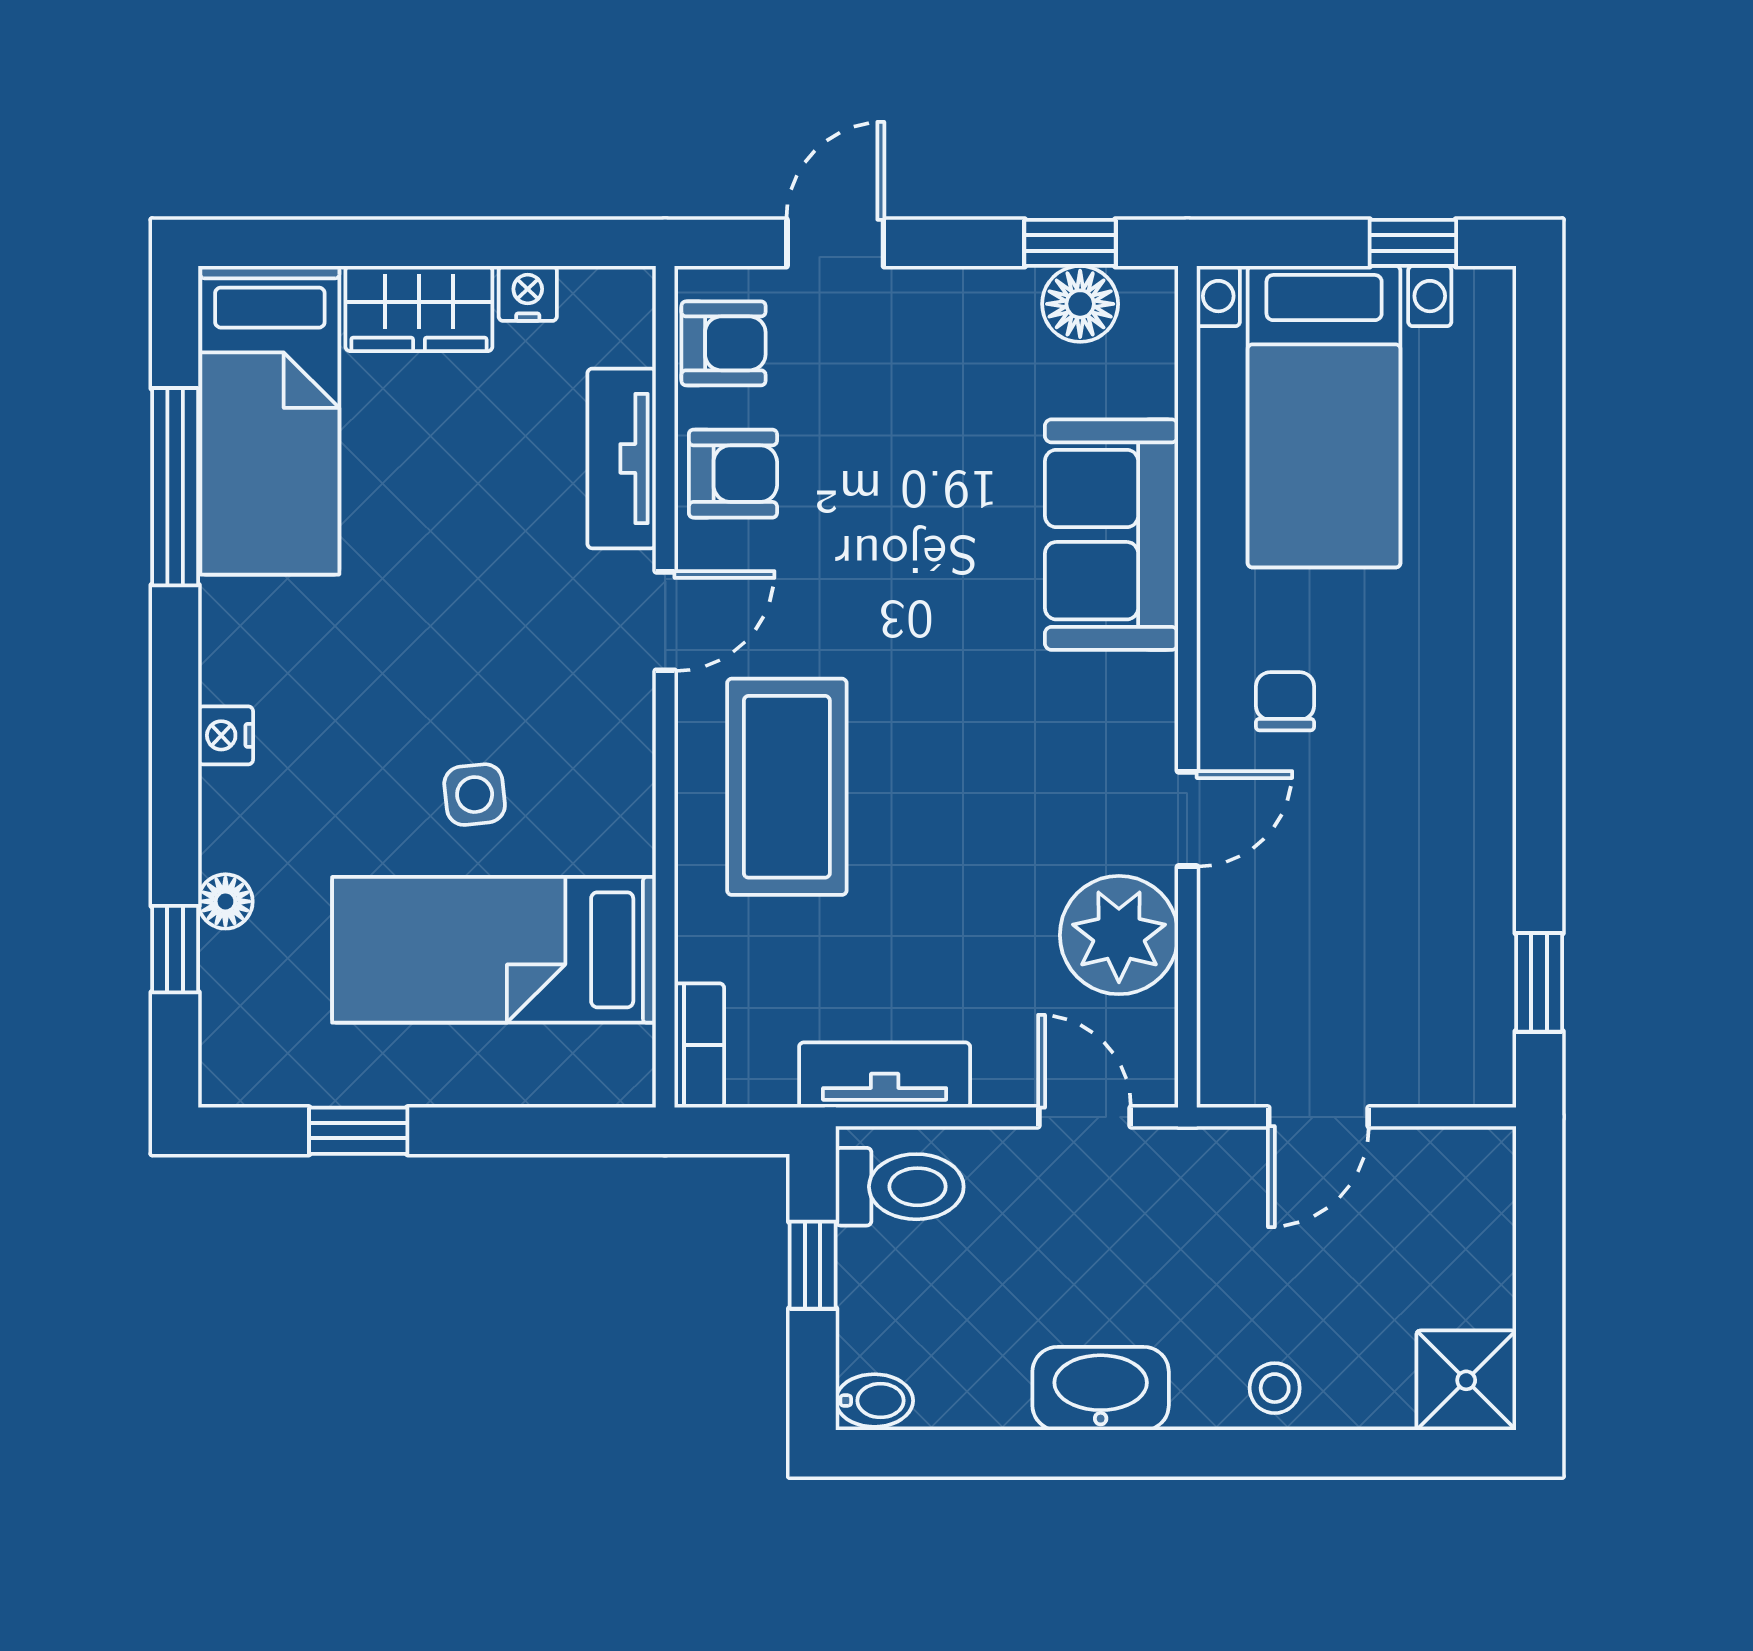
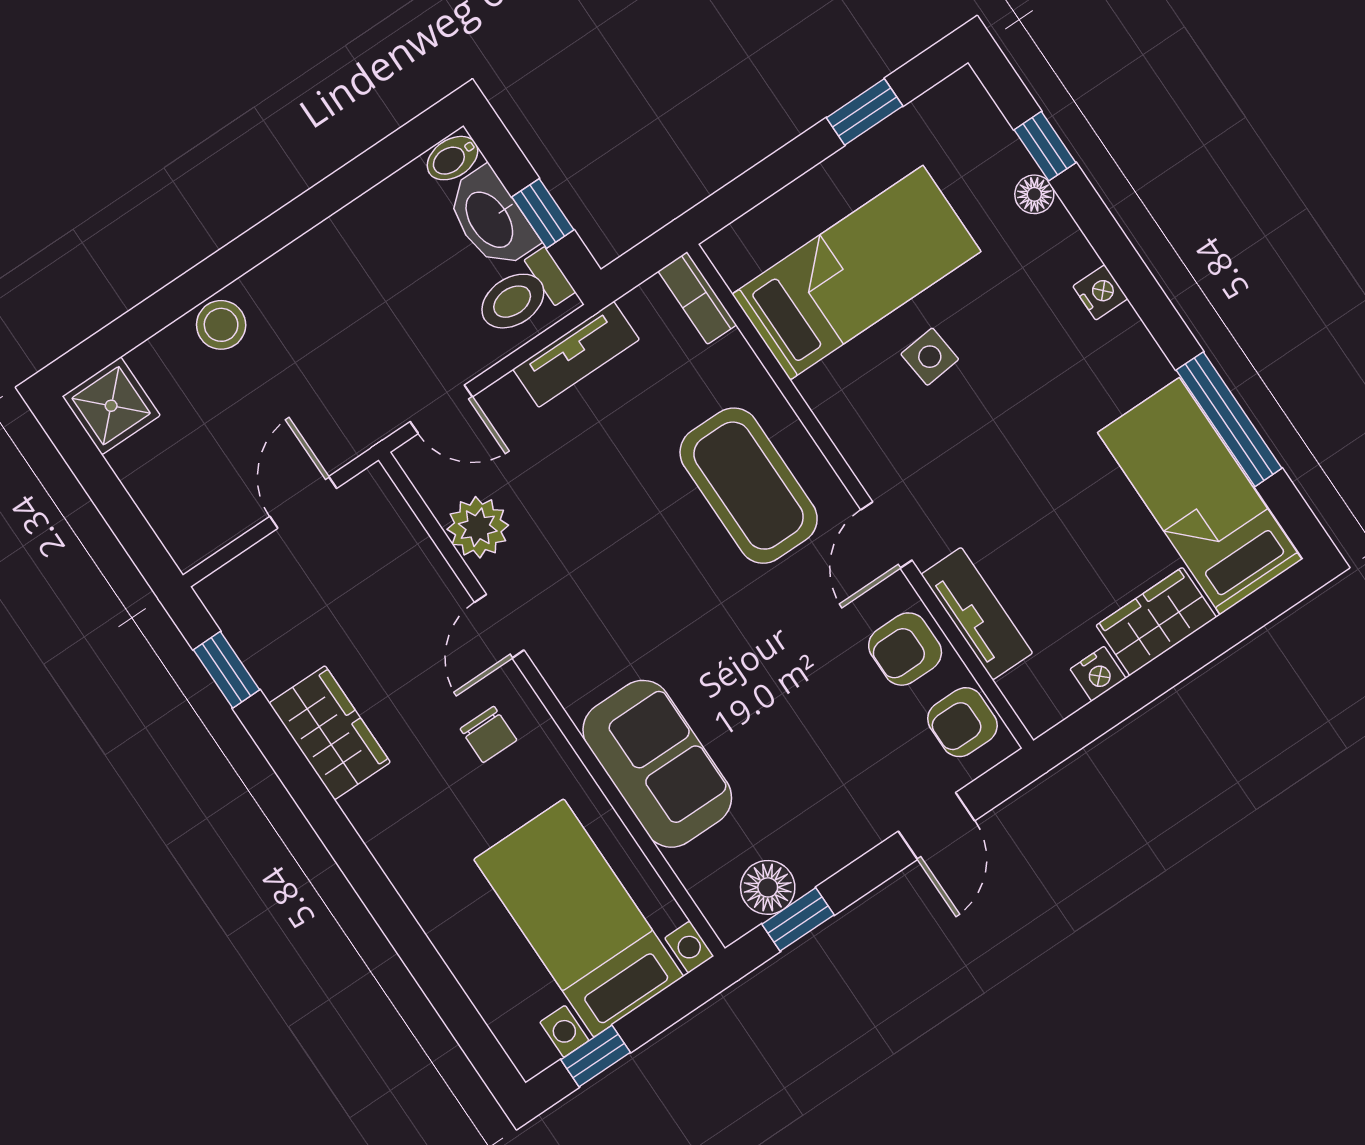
wardrobe: (1468, 828) -> (330, 733), added
plant: (1119, 935) -> (478, 527), width x0.73, depth x0.73
stool: (1275, 1388) -> (221, 325), width x1.37, depth x1.37
washbasin: (1101, 1389) -> (491, 219), moved, turned 90

